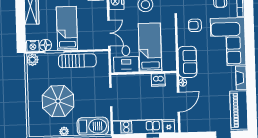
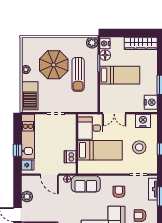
sun lounger: (77, 61) -> (78, 74), moved
plant: (203, 126) -> (27, 197), added

